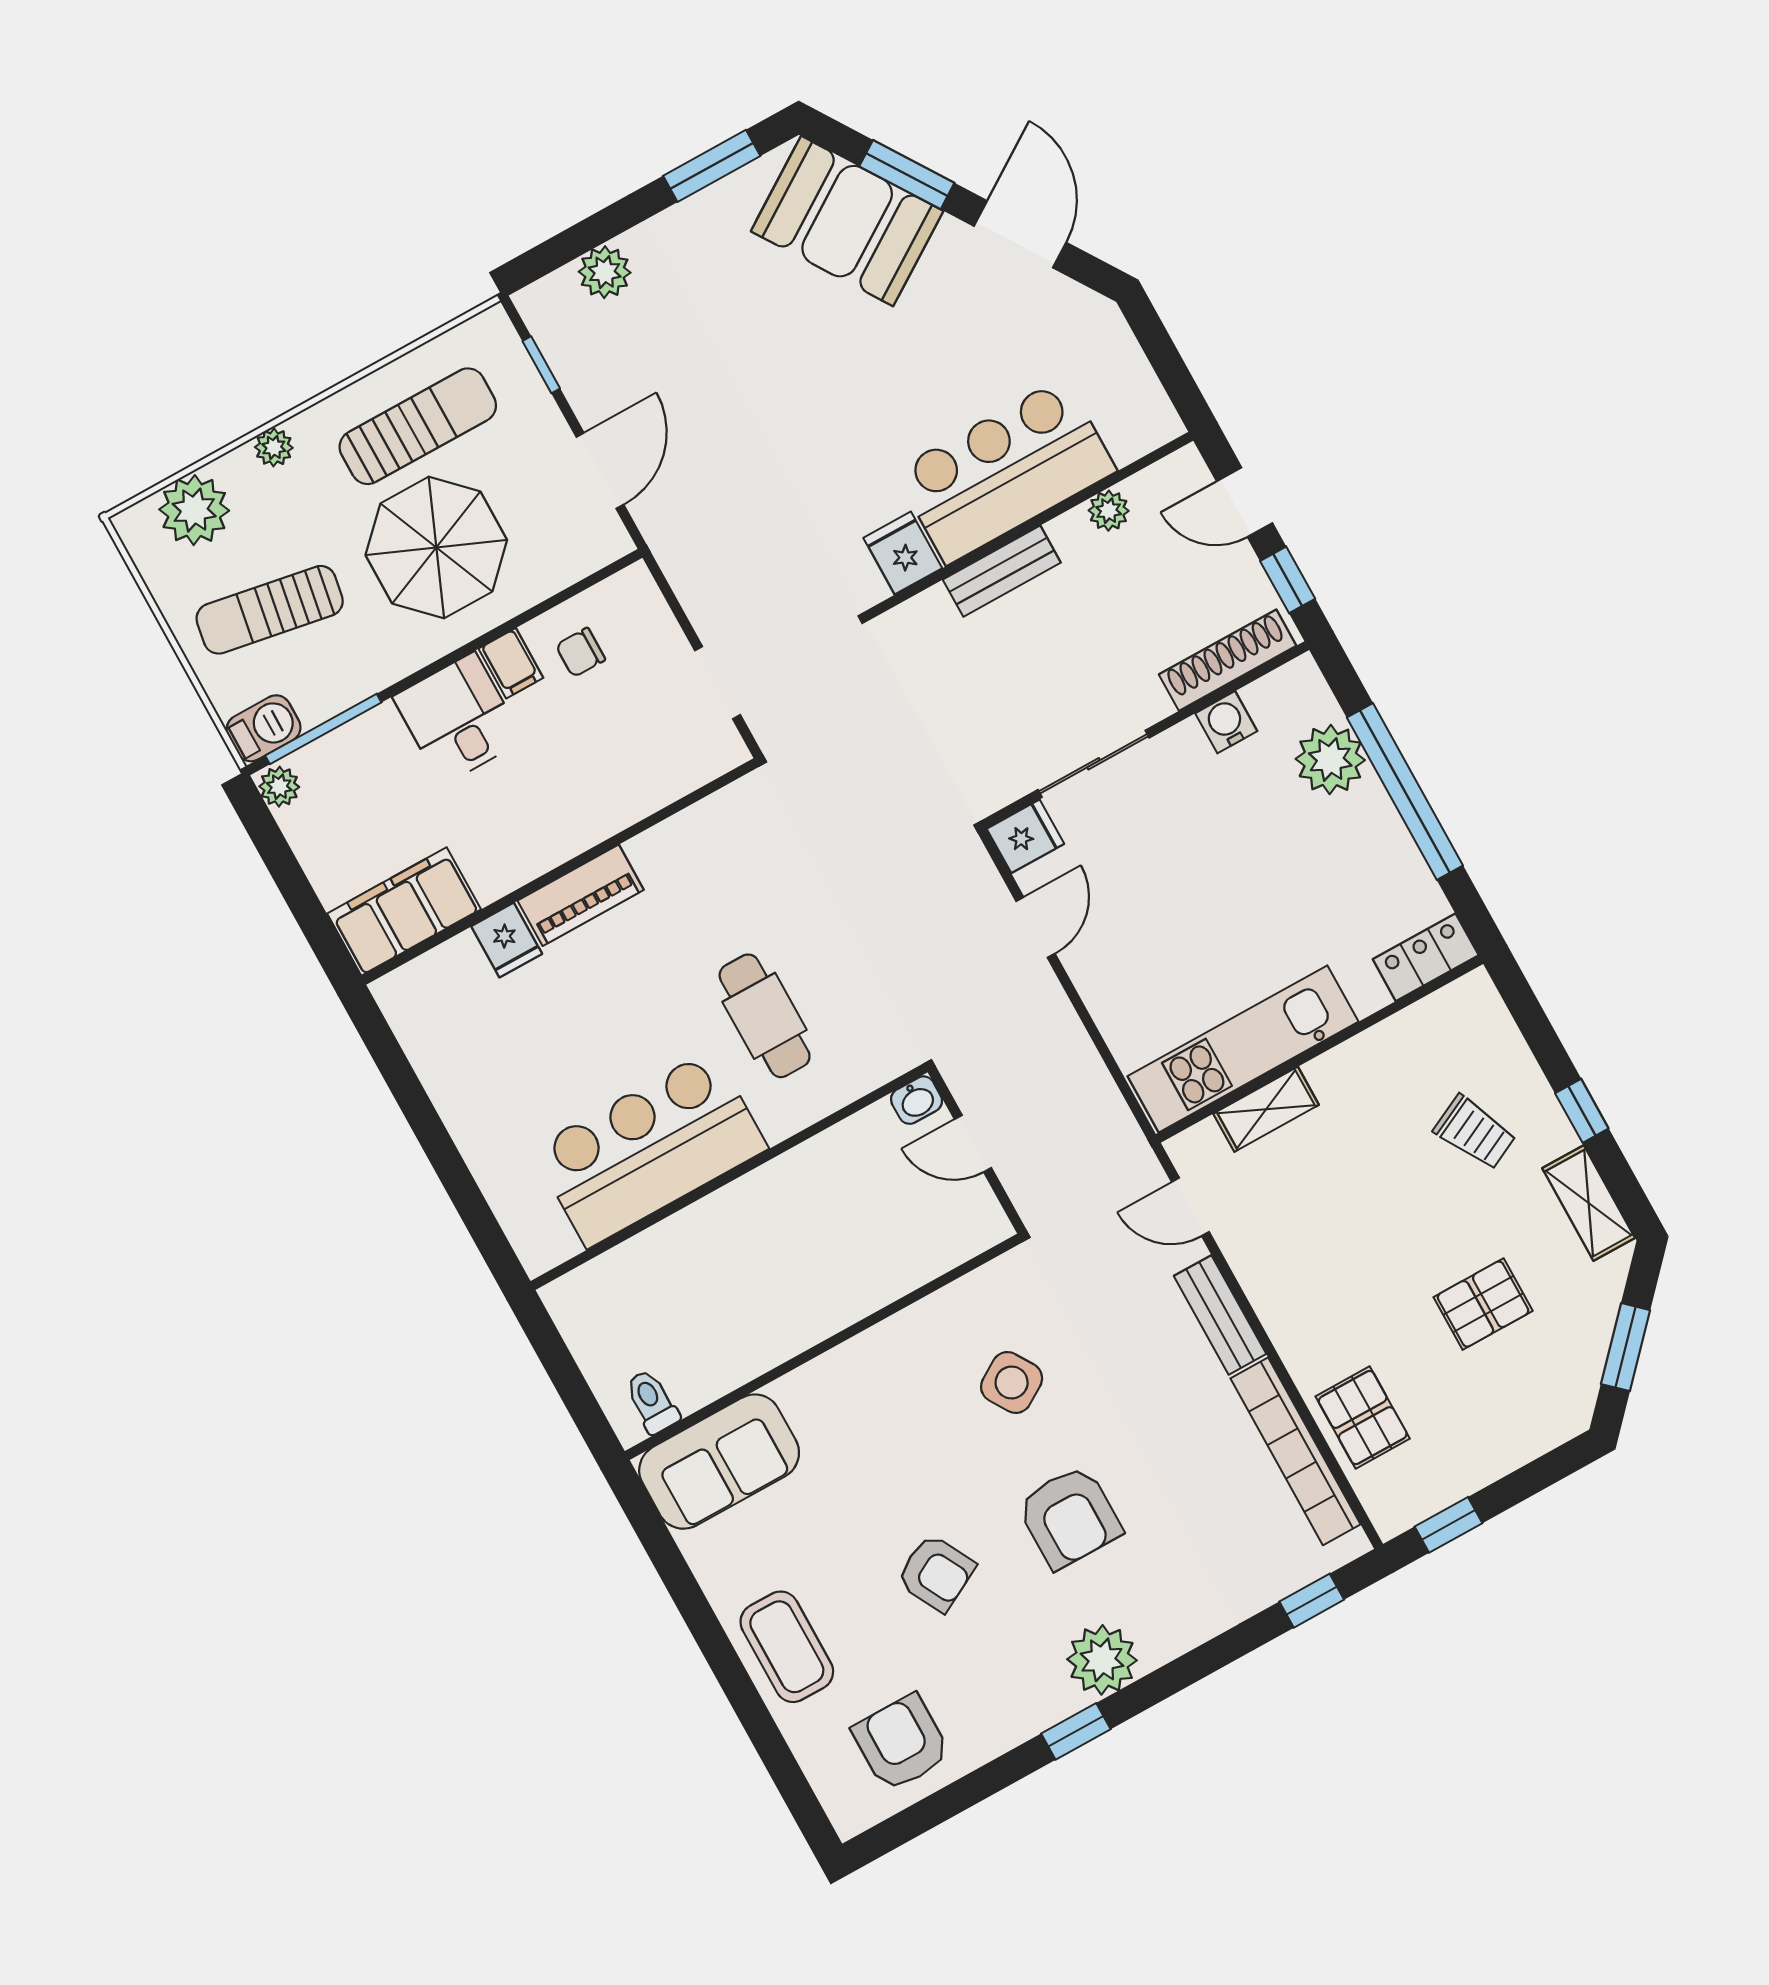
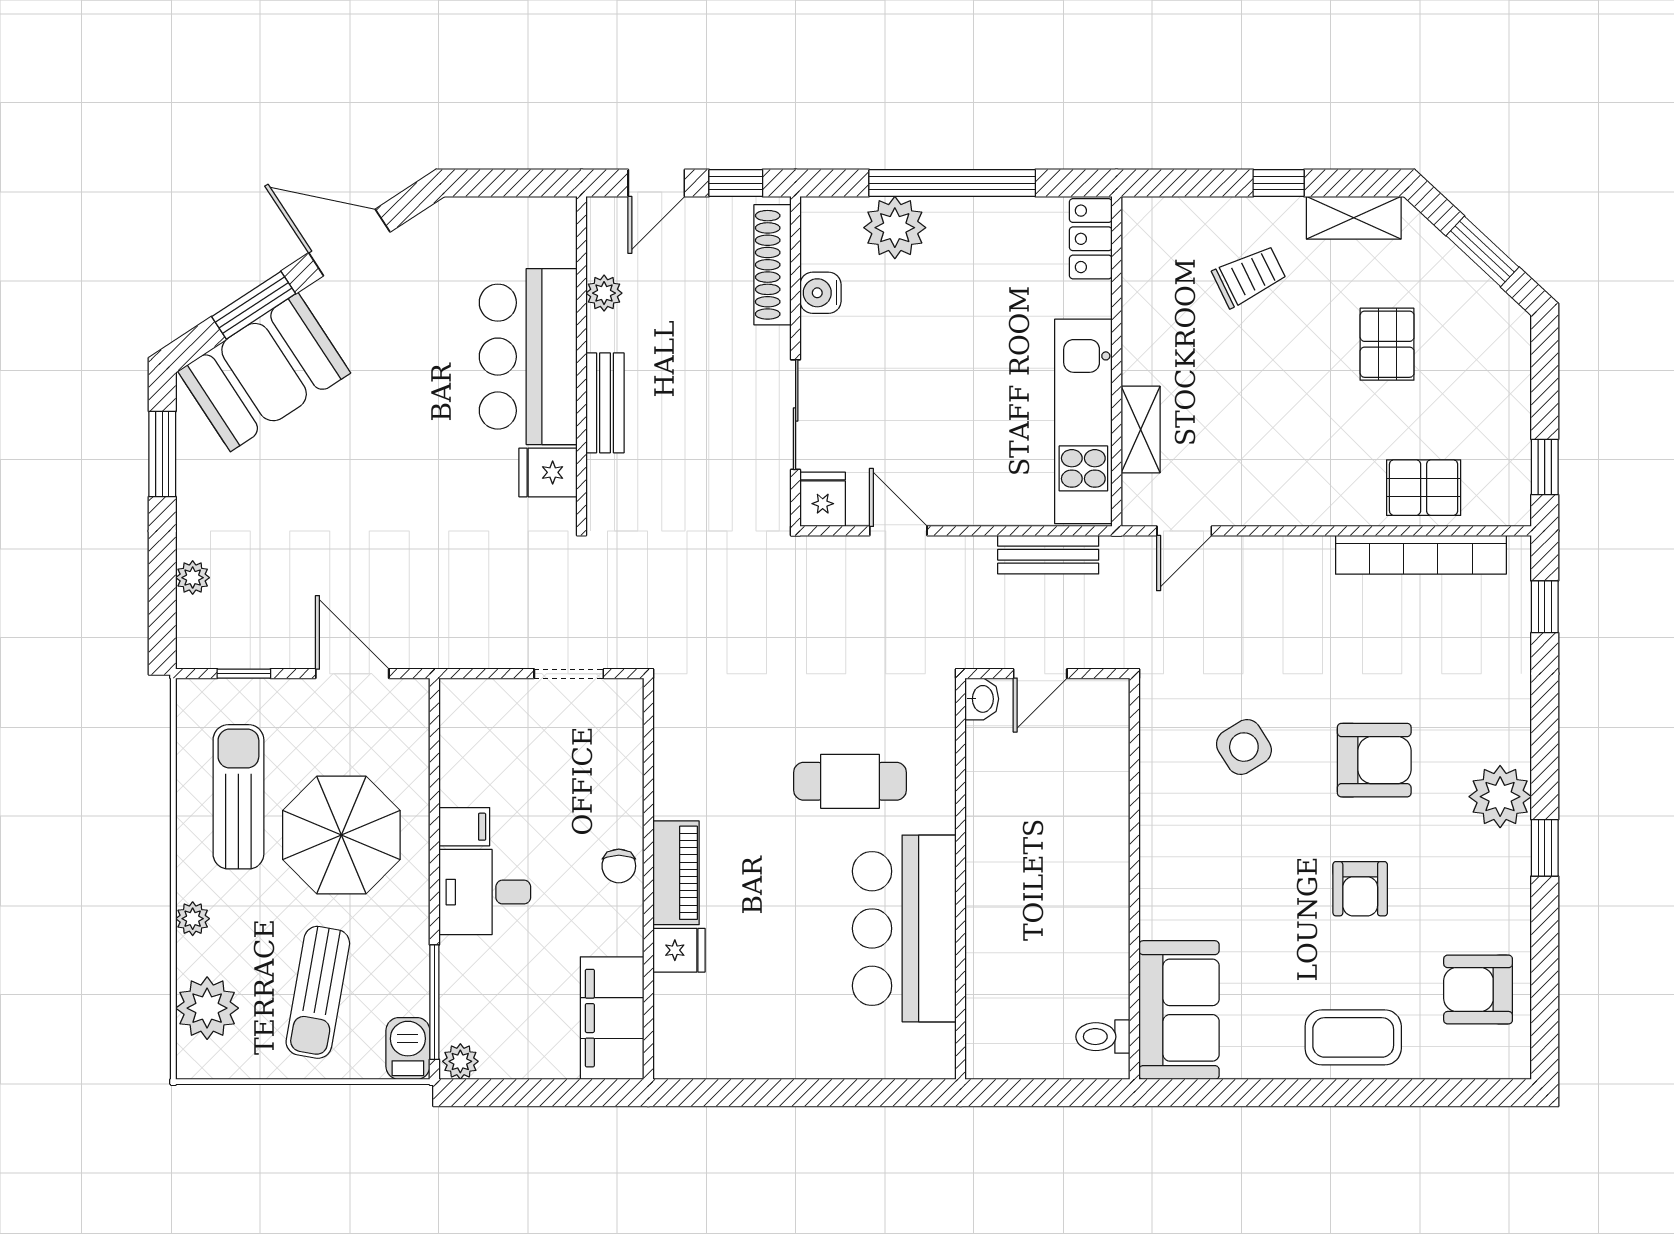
plant: (605, 272) -> (193, 578), width x0.73, depth x0.73
chair: (580, 652) -> (619, 866), moved
bench: (1220, 1315) -> (1048, 555), moved
armchair: (936, 1573) -> (1360, 889), turned 118

